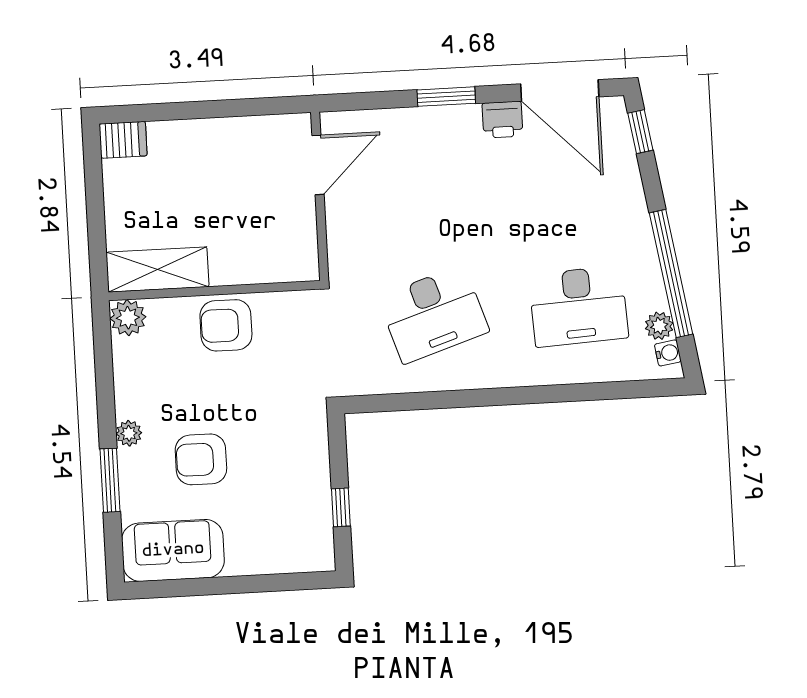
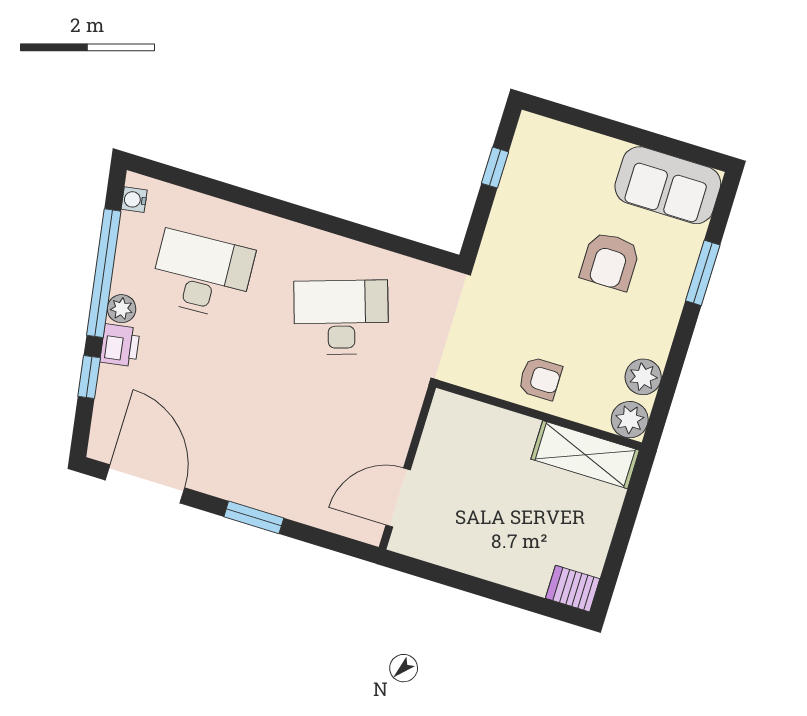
printer: (502, 120) -> (120, 345), moved, turned 81
window: (640, 132) -> (89, 377), moved
armchair: (226, 325) -> (540, 378), width x0.72, depth x0.72
plant: (659, 326) -> (122, 309), moved
plant: (129, 433) -> (643, 377), moved, width x1.38, depth x1.38
armchair: (201, 459) -> (610, 261), turned 90

